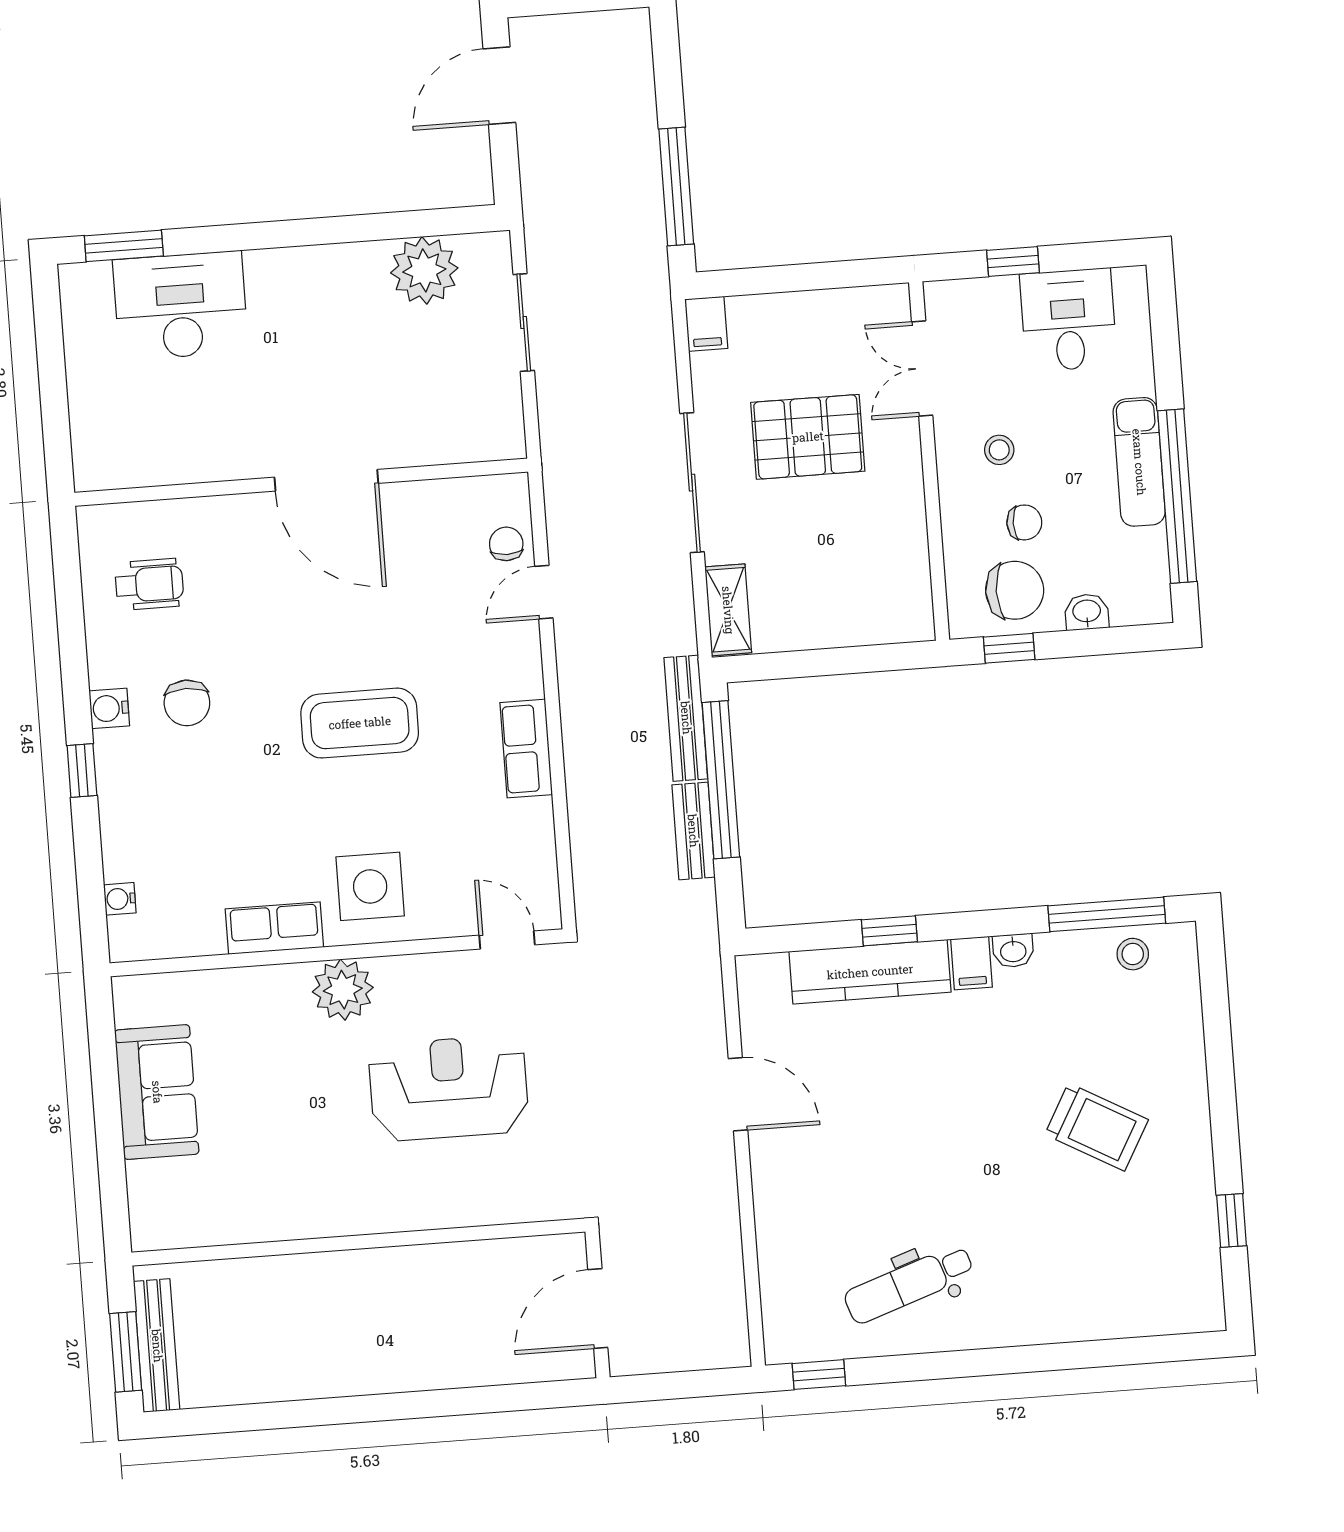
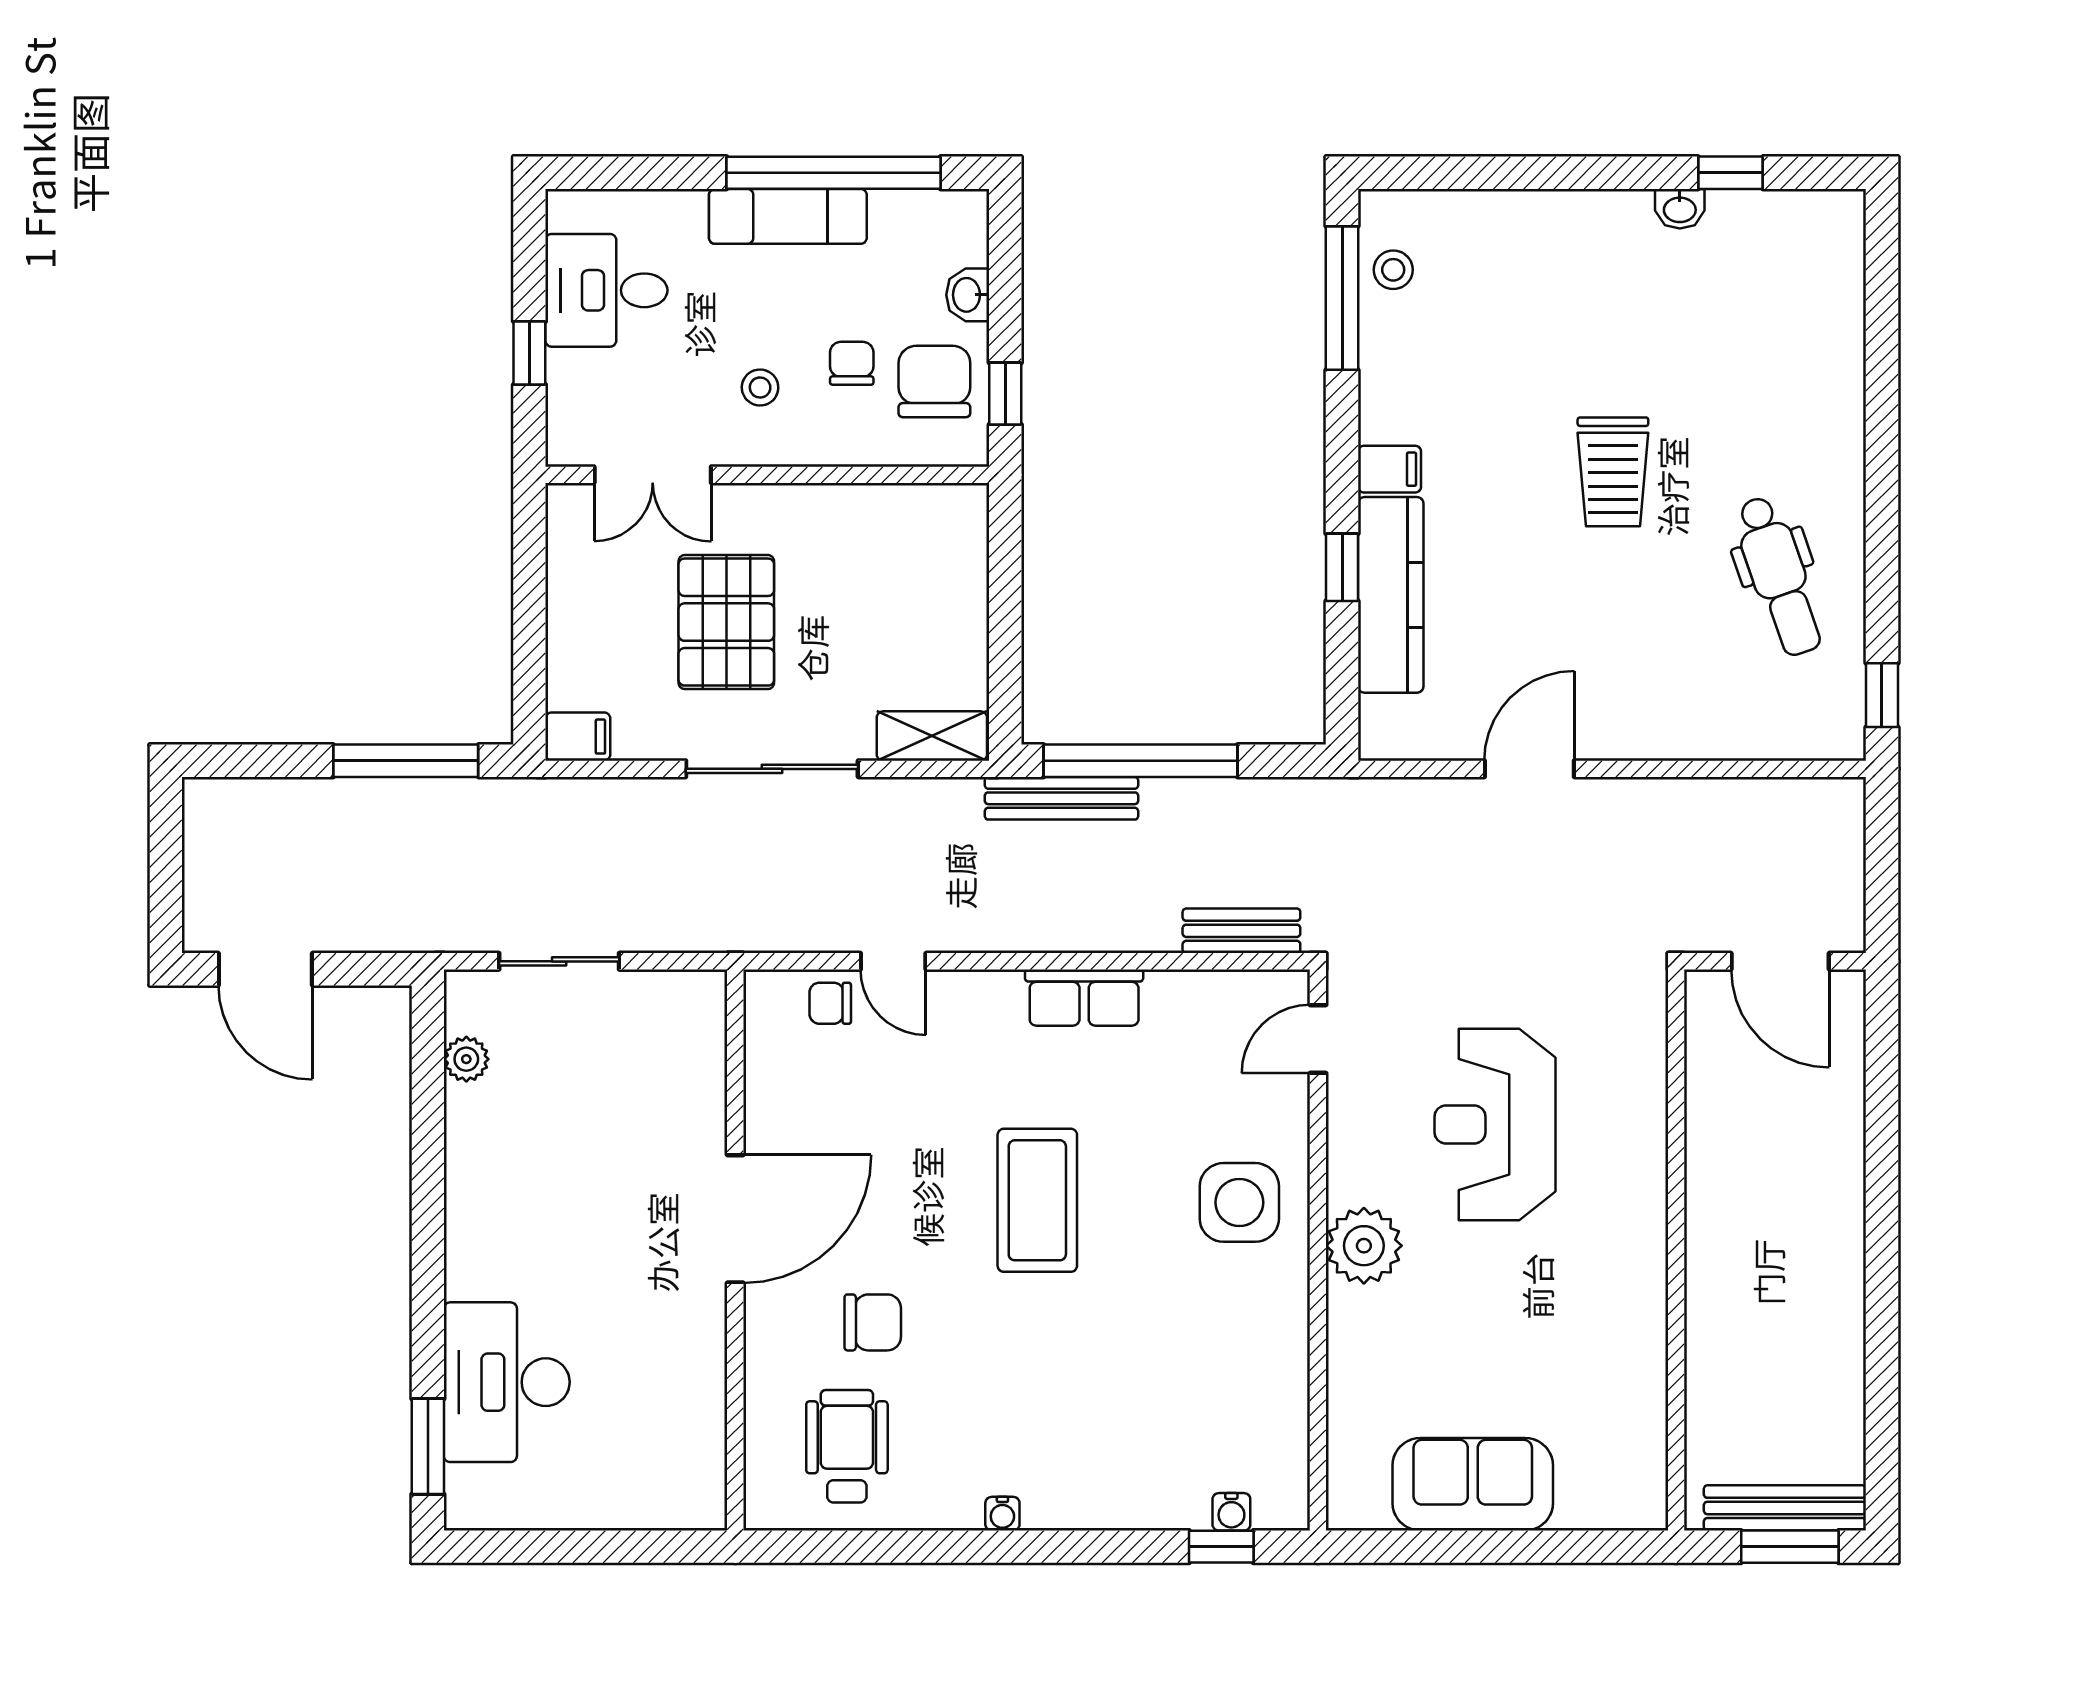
plant: (424, 270) -> (466, 1059), width x0.53, depth x0.53
wheelchair: (149, 584) -> (847, 1446), width x1.36, depth x1.37
chair: (187, 703) -> (873, 1322), moved
water cooler: (109, 708) -> (1002, 1514), width x0.72, depth x0.72
window: (82, 771) -> (1221, 1547), moved
bench: (693, 831) -> (1241, 931), moved
row of seats: (274, 928) -> (1282, 1324), removed
washbasin: (1013, 951) -> (1680, 209), moved, turned 90
trolley: (1097, 1127) -> (1613, 472), moved, turned 151

